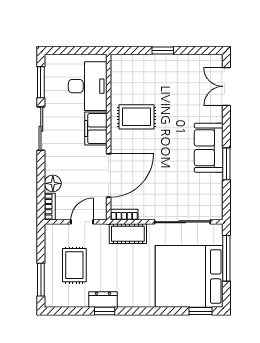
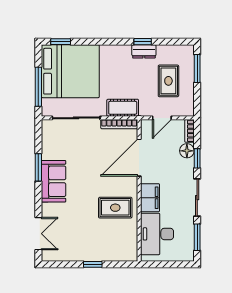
window: (41, 175) -> (197, 158), added
bookcase: (124, 215) -> (119, 124), width x1.56

